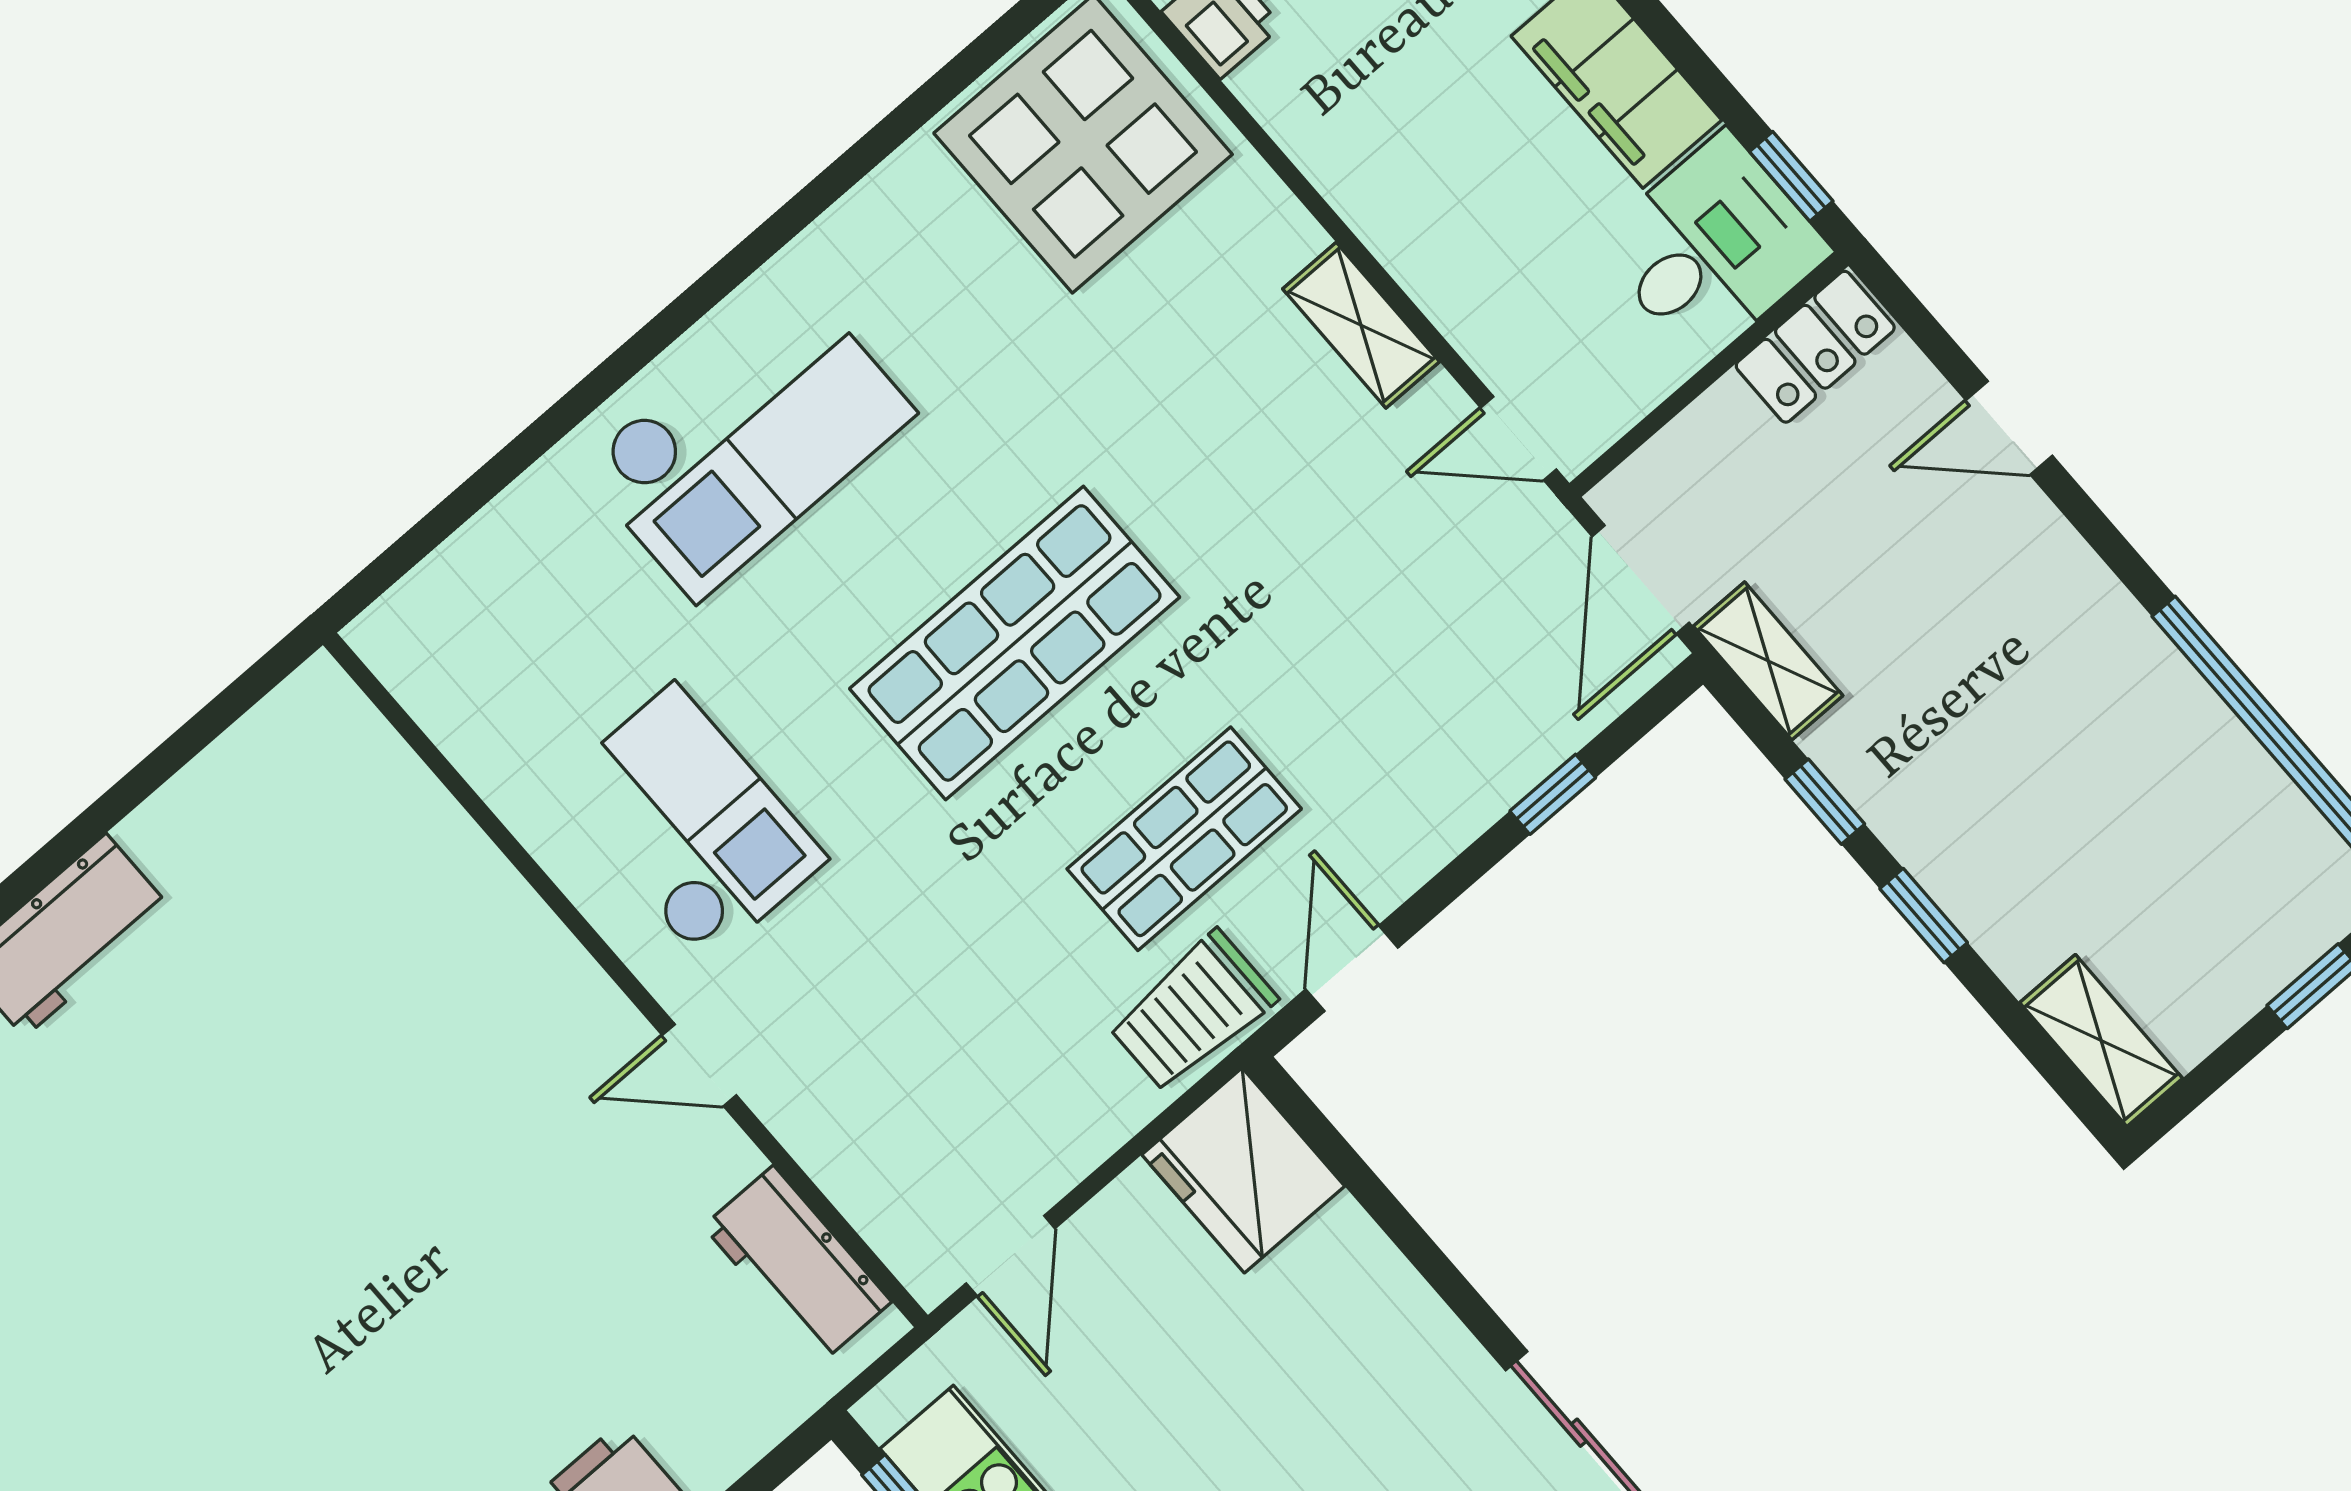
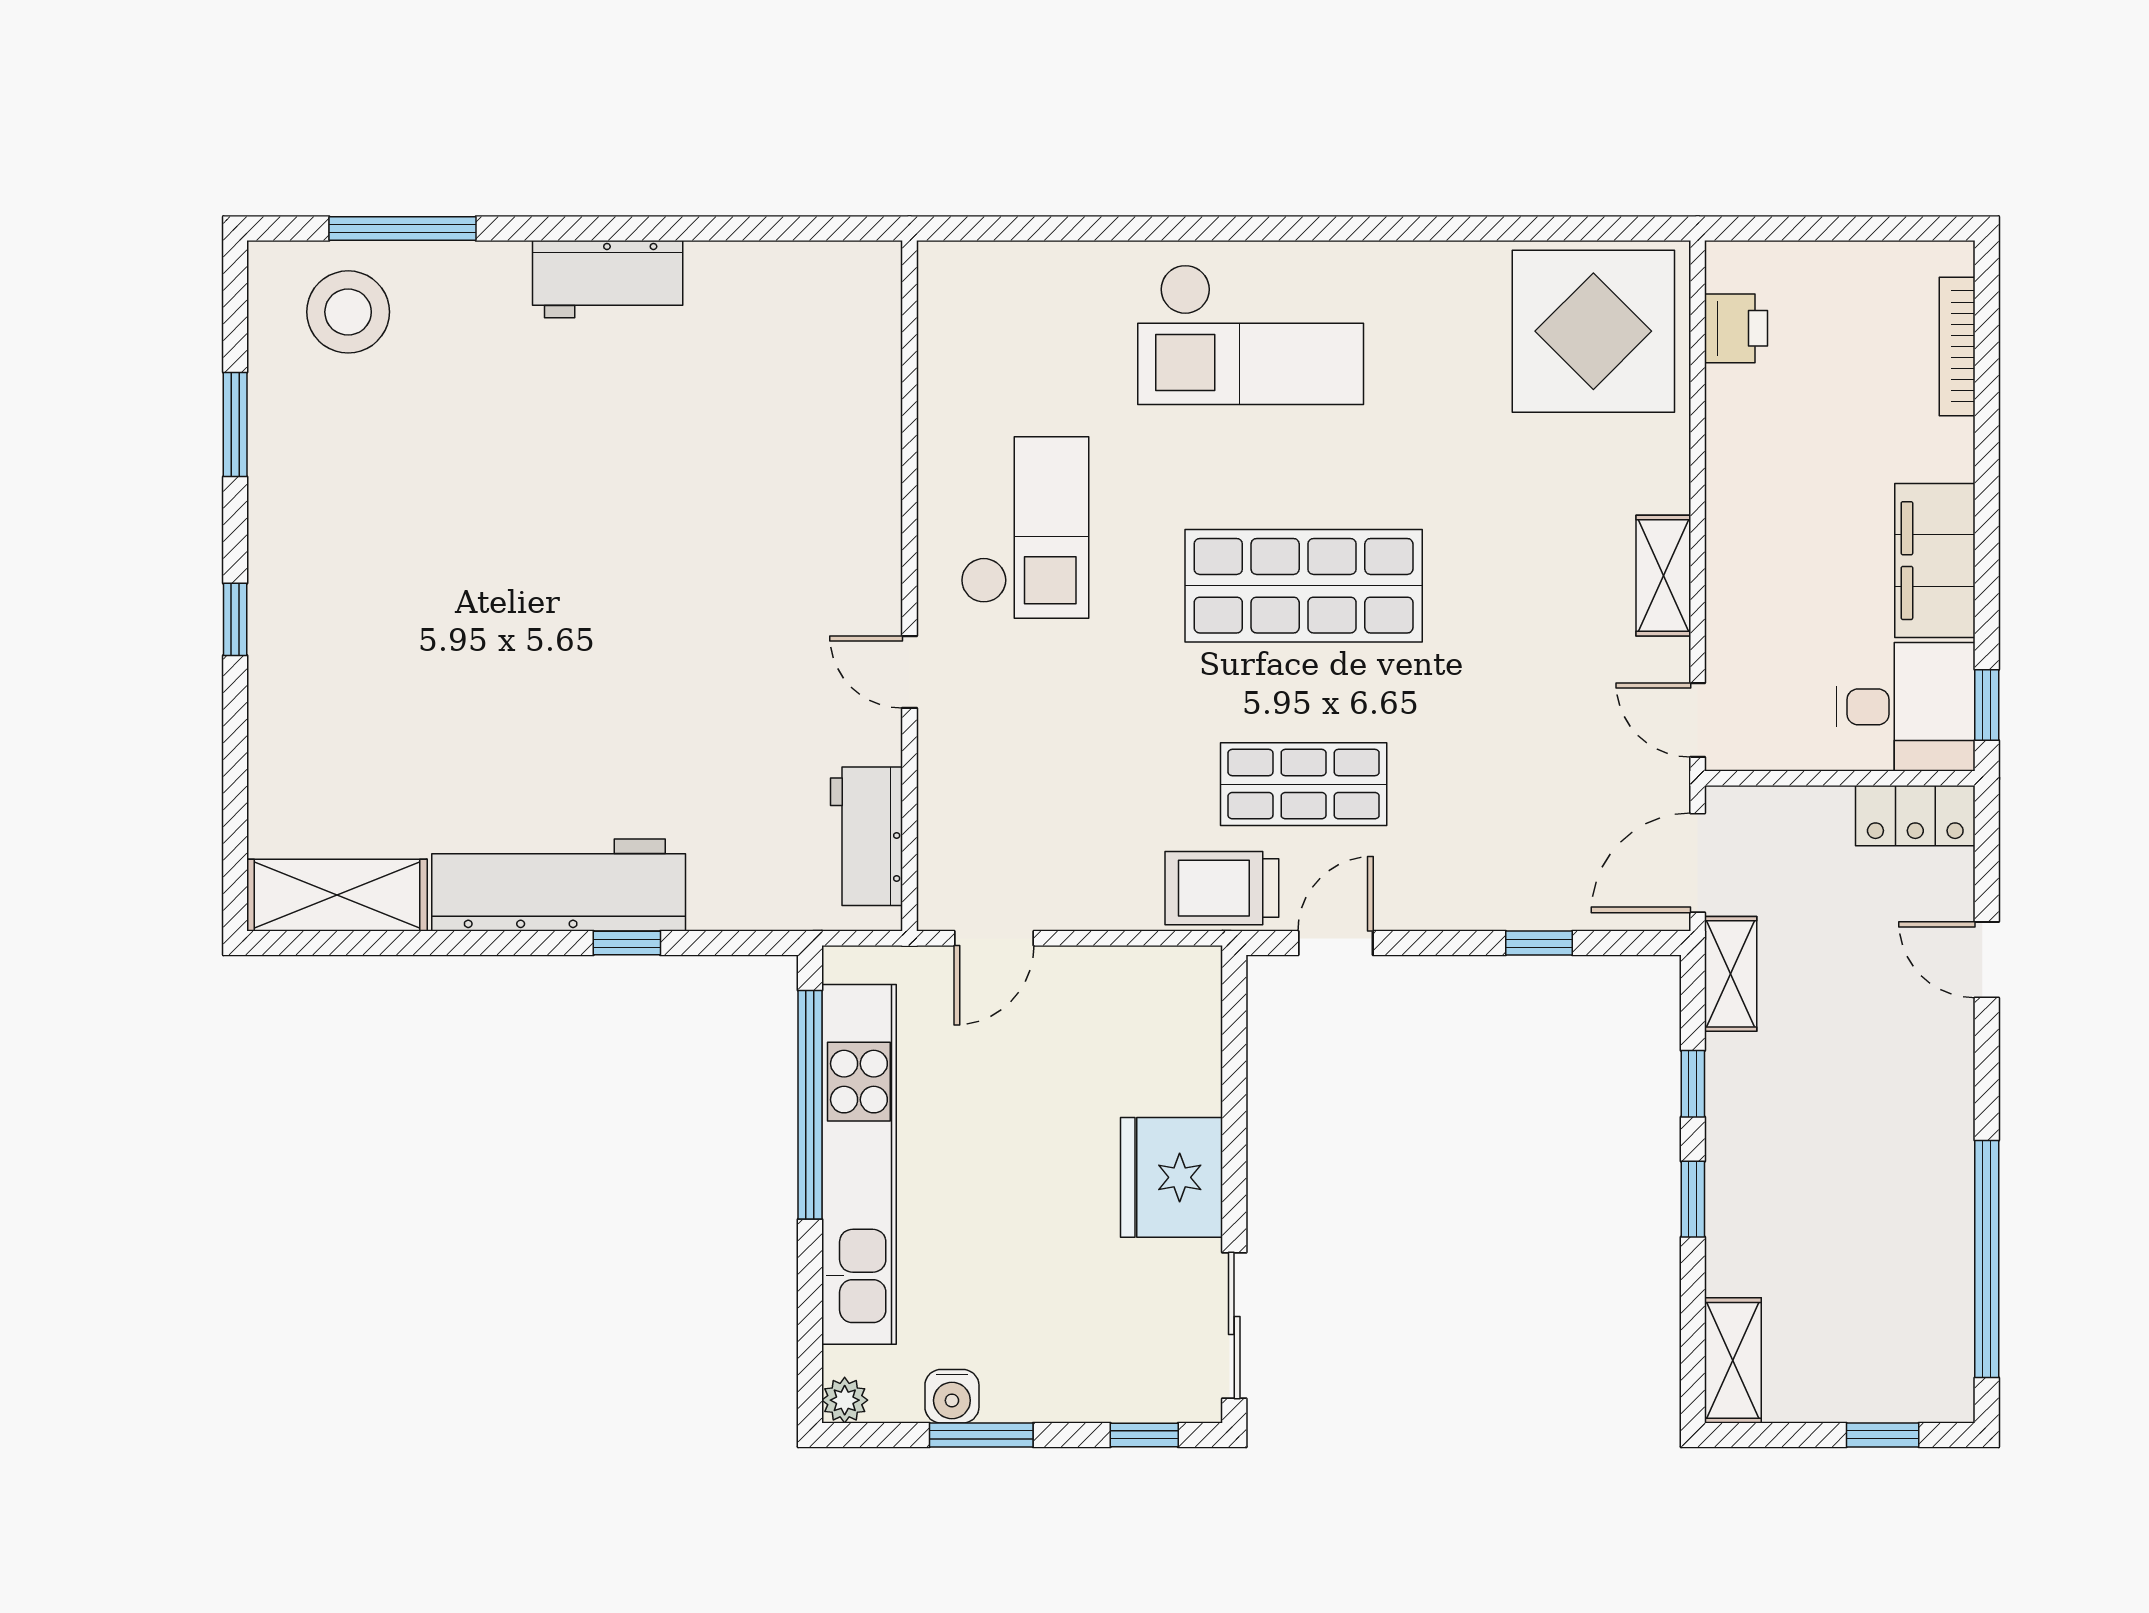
fridge: (1243, 1170) -> (1172, 1177), moved

